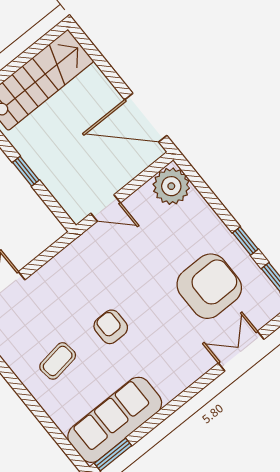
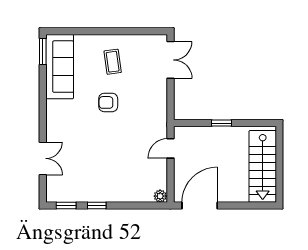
plant: (171, 186) -> (160, 196), width x0.53, depth x0.53
armchair: (209, 286) -> (89, 169), removed
armchair: (111, 327) -> (108, 102), turned 180

